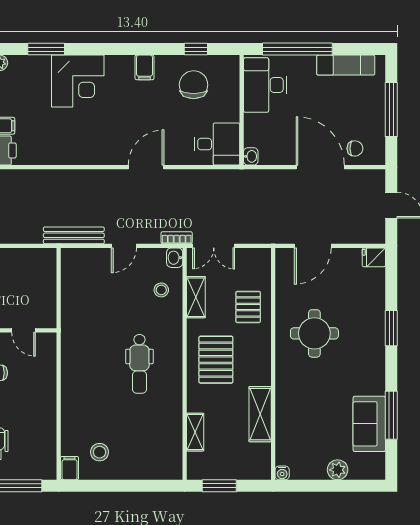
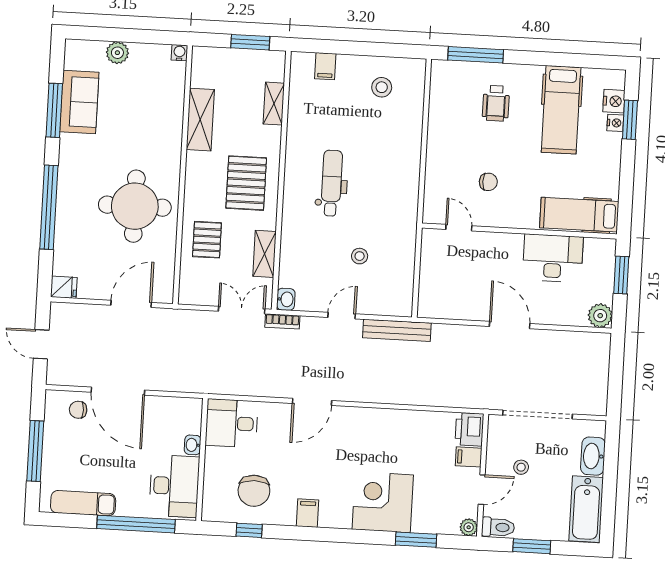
washbasin: (251, 156) -> (193, 445), moved
stool: (161, 290) -> (360, 256), moved
window: (391, 328) -> (49, 207), width x2.11
round table: (314, 333) -> (135, 206), width x1.36, depth x1.36
filing cabinet: (70, 468) -> (325, 66), moved

